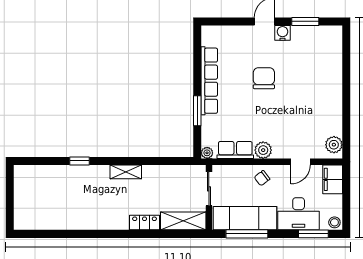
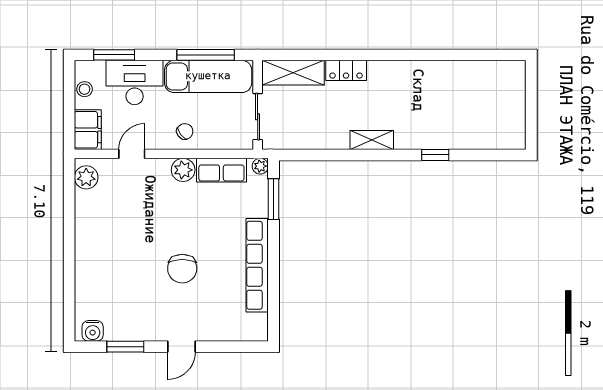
water cooler: (283, 33) -> (93, 331), moved
window: (197, 111) -> (274, 199), moved
stool: (334, 222) -> (85, 89), moved

